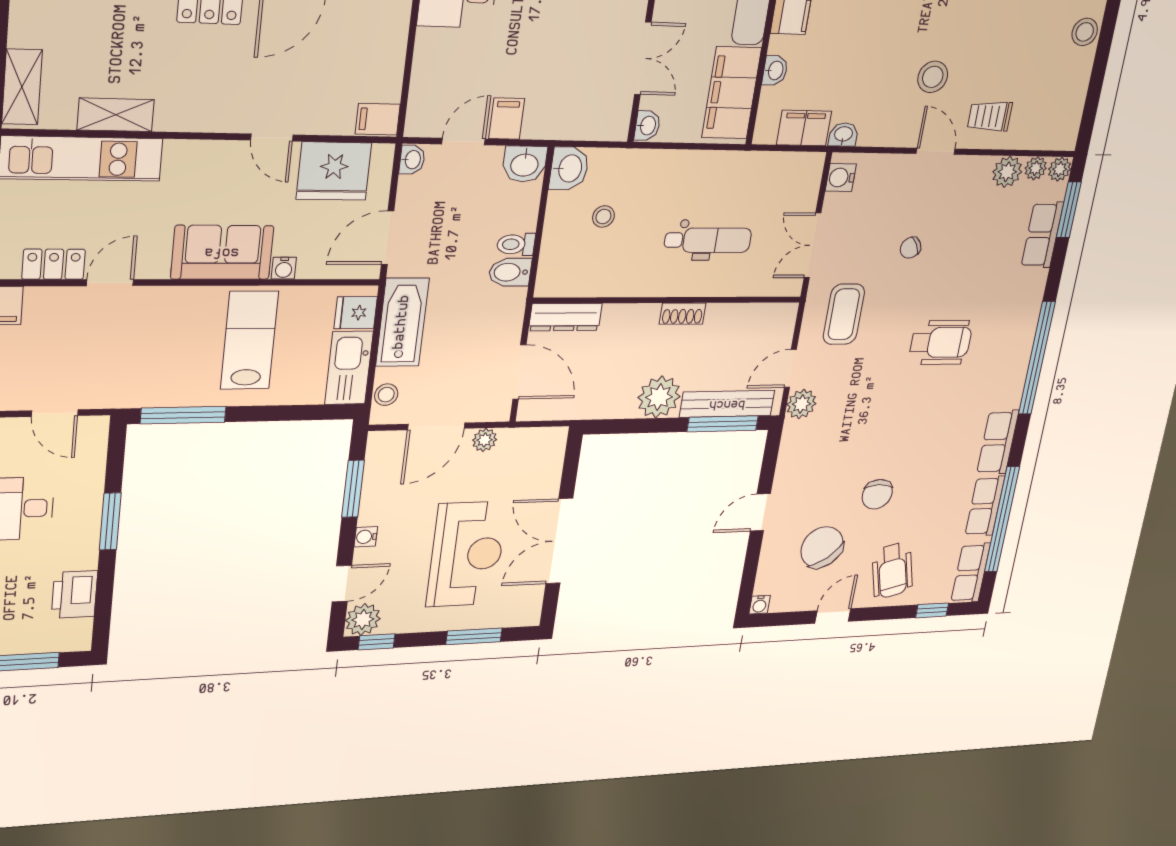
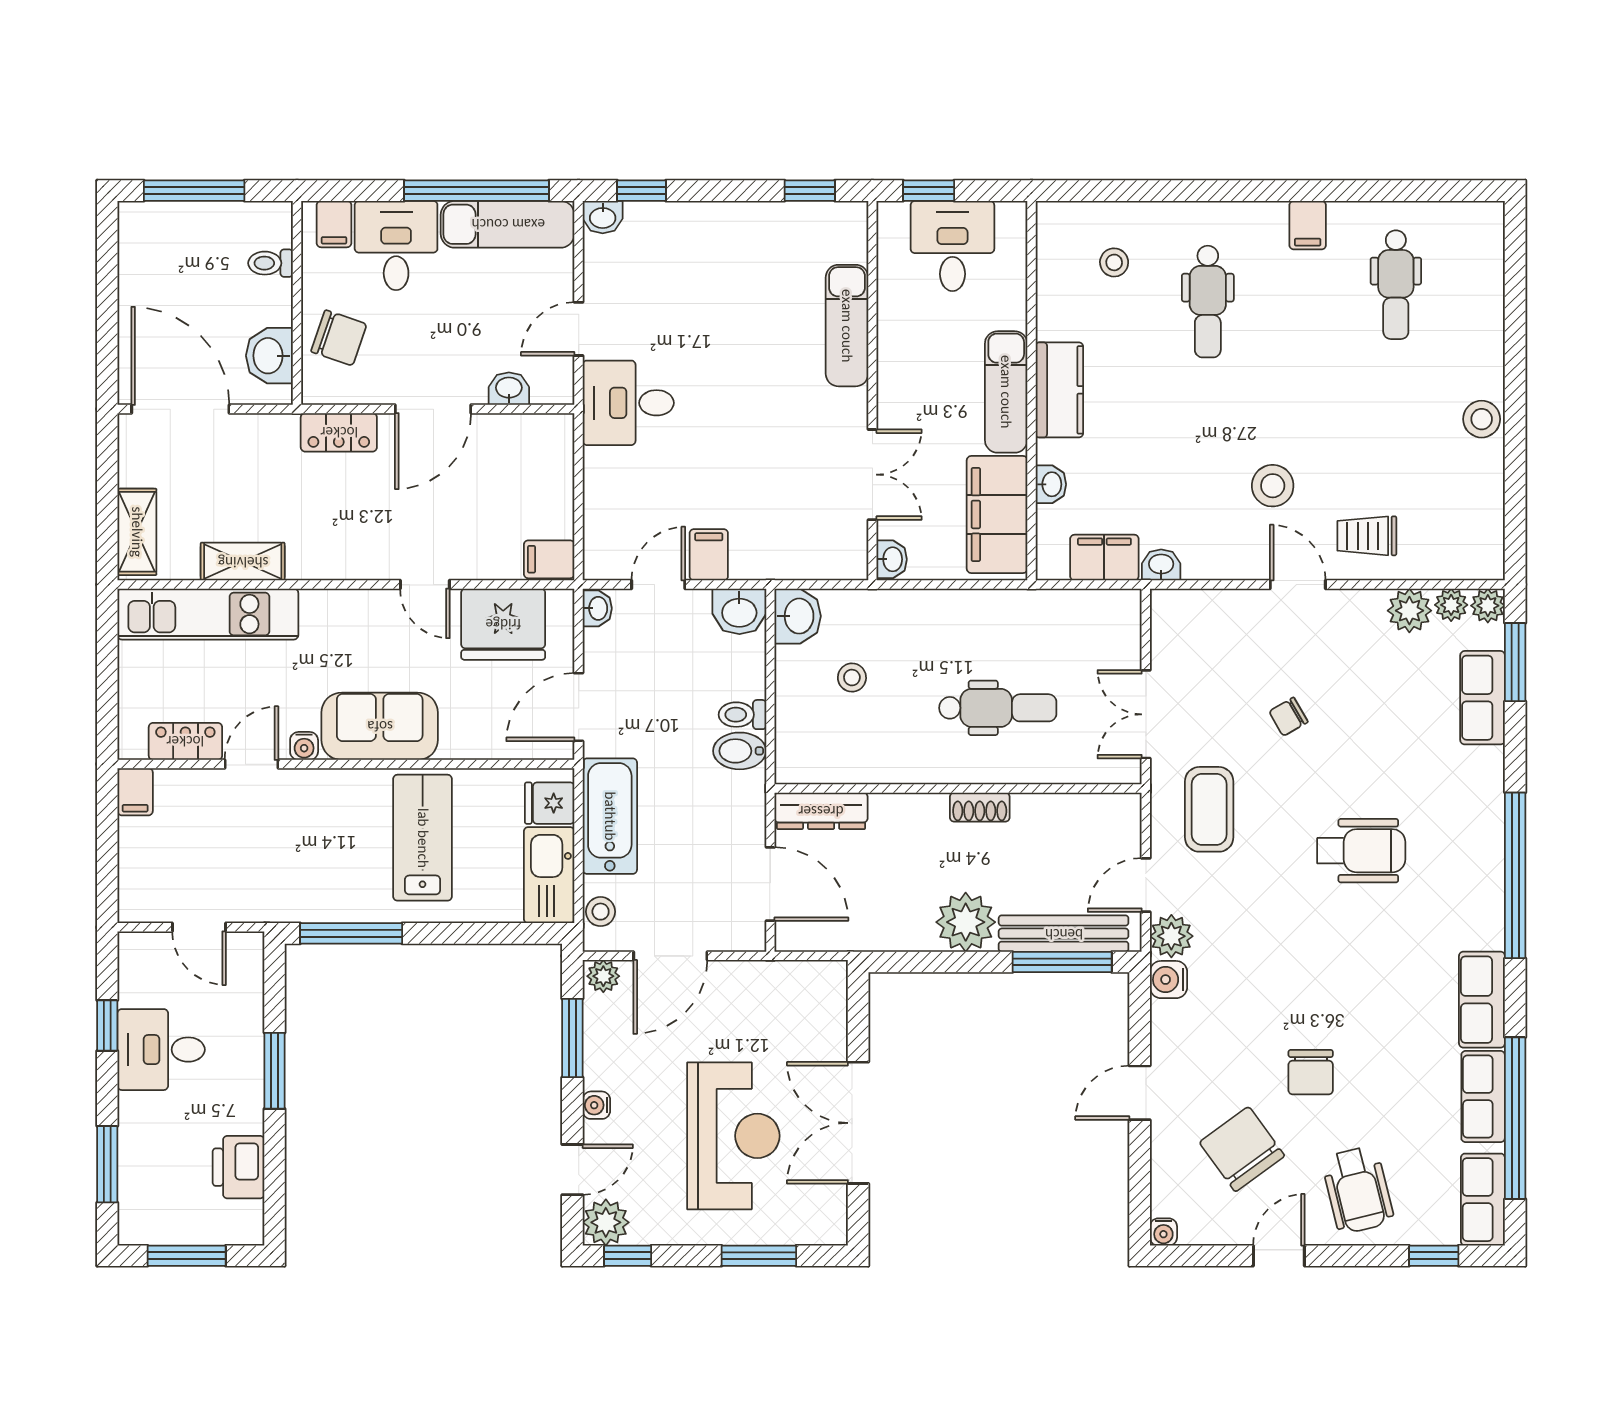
water cooler: (841, 178) -> (1169, 980), moved
water cooler: (284, 268) -> (304, 746), moved
plant: (485, 440) -> (603, 976), moved

